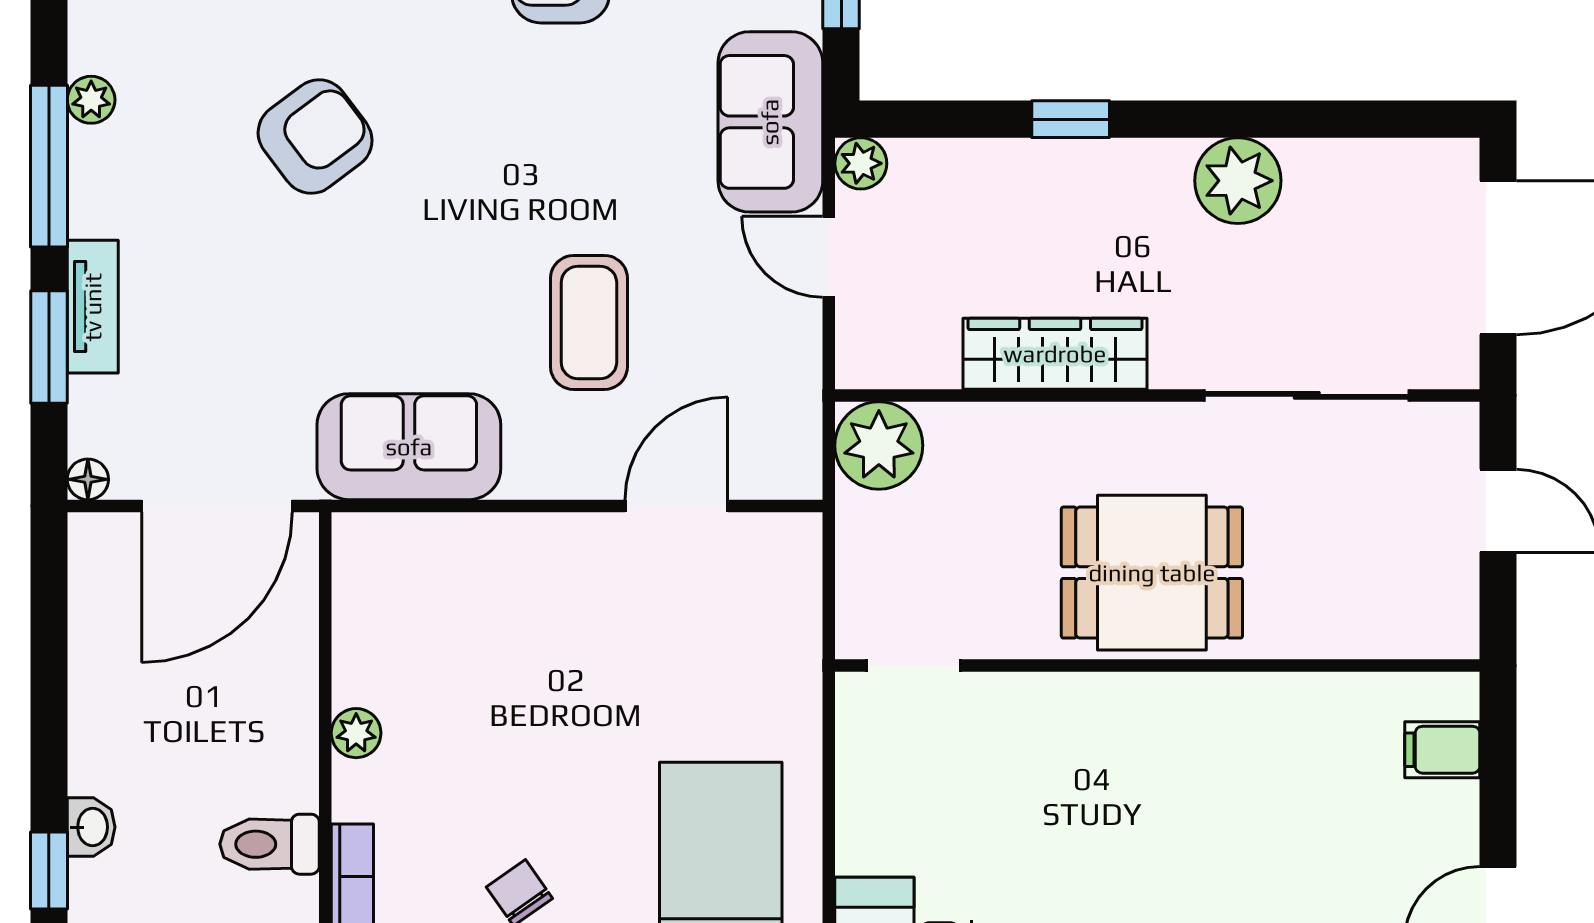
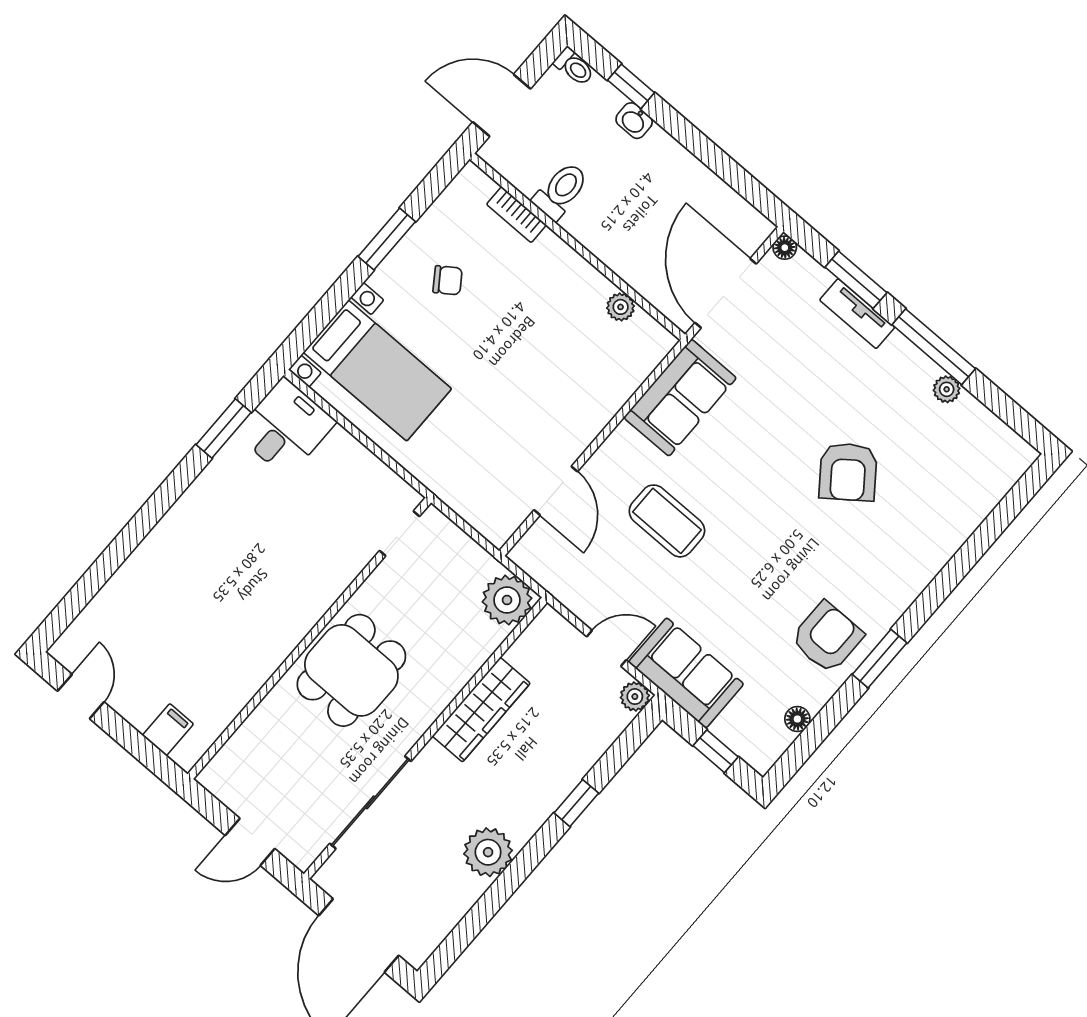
plant: (356, 733) -> (621, 307), moved

